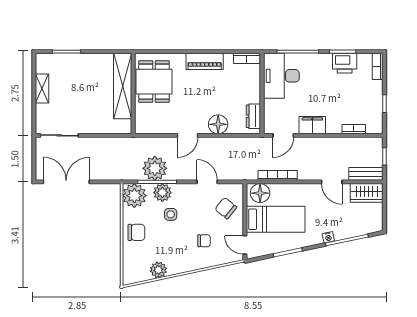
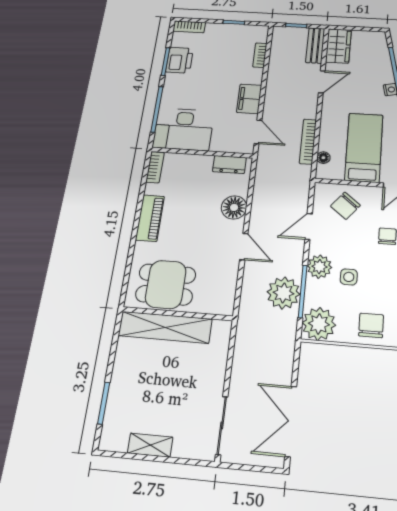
plant: (162, 193) -> (319, 267), moved
floor lamp: (260, 193) -> (323, 158), width x0.53, depth x0.53

